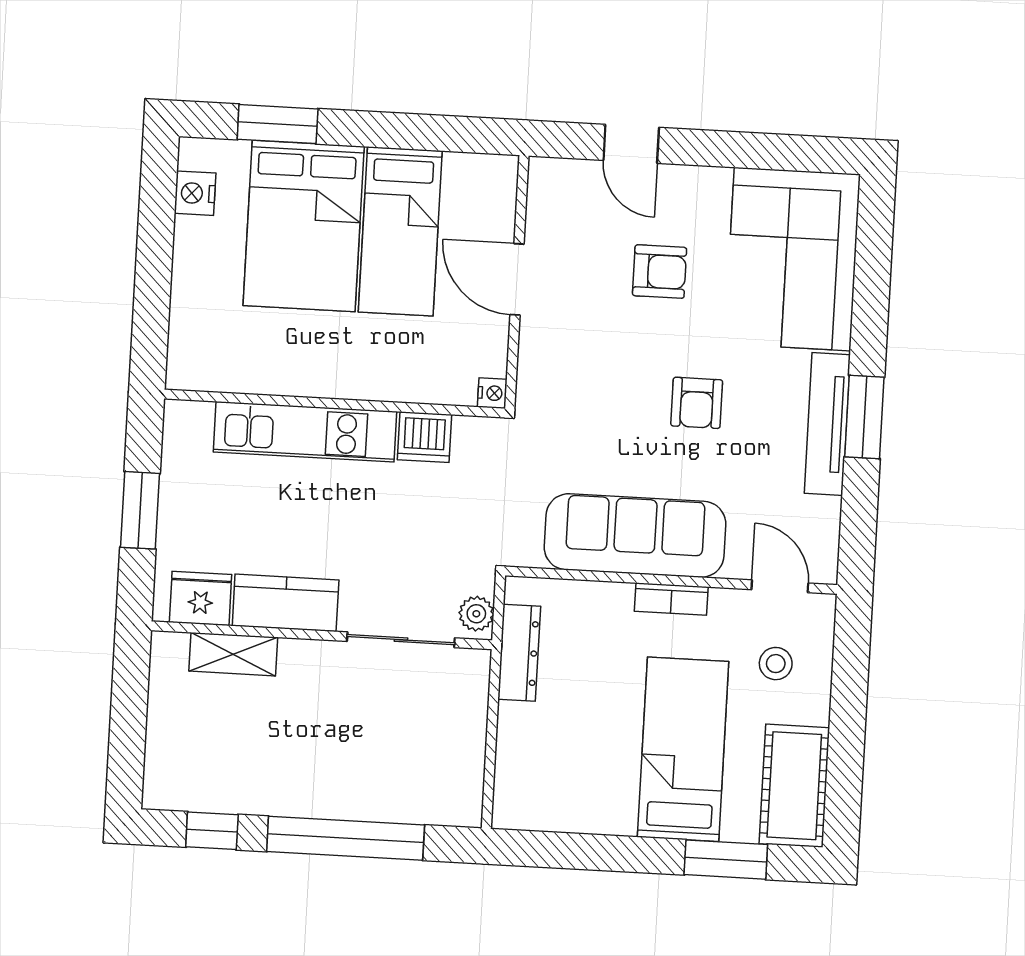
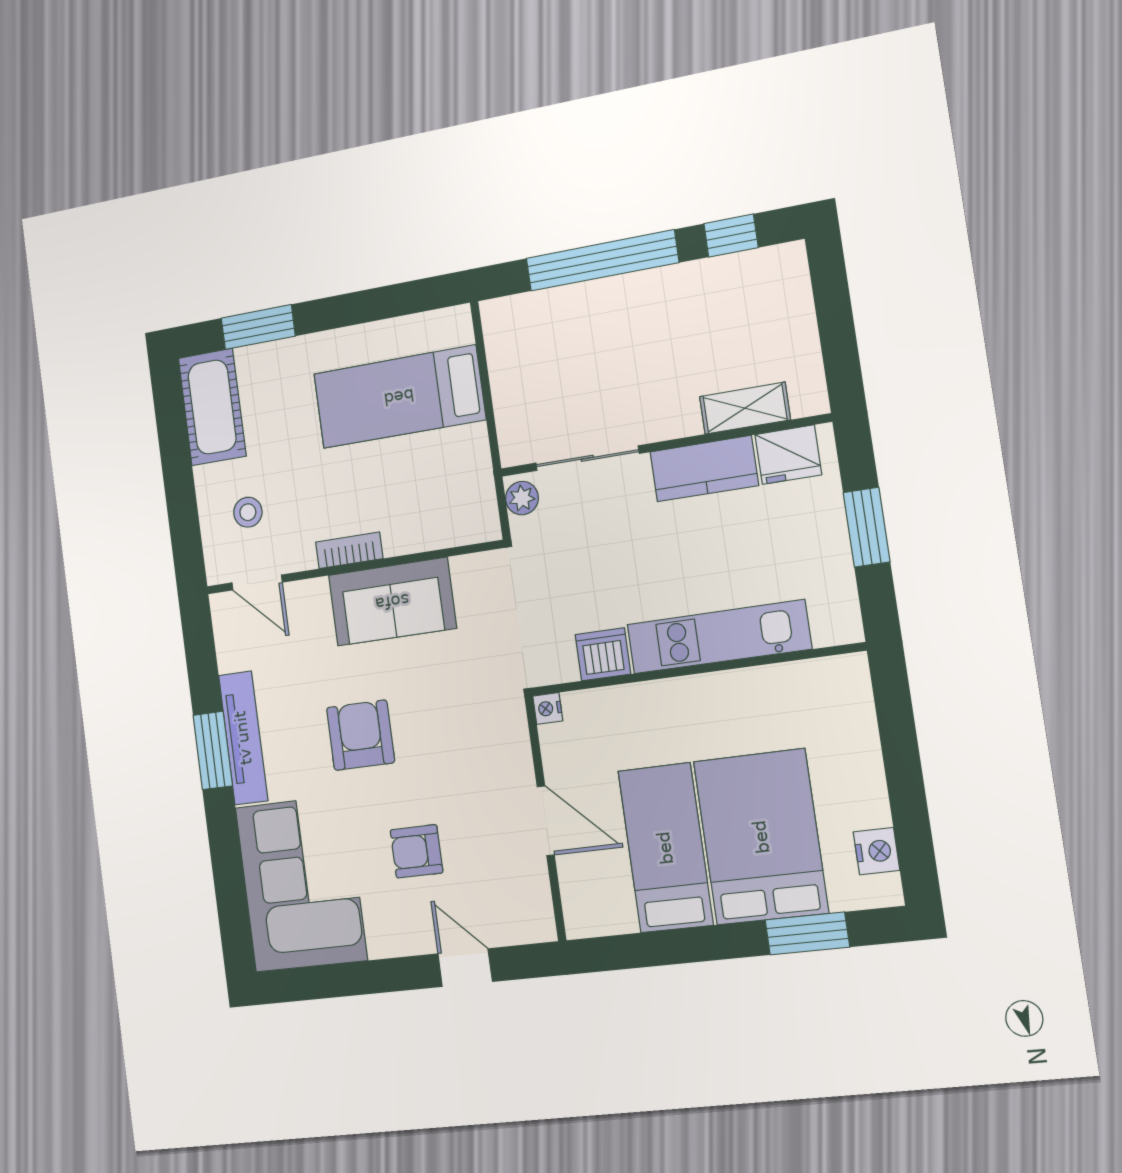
armchair: (697, 403) -> (360, 735), width x1.38, depth x1.38
sofa: (635, 536) -> (392, 602), width x0.73
dresser: (519, 653) -> (476, 471), removed
bed: (683, 749) -> (399, 397), moved, turned 90

